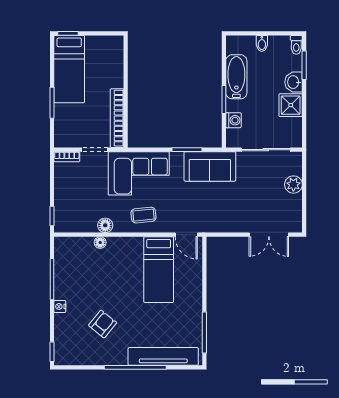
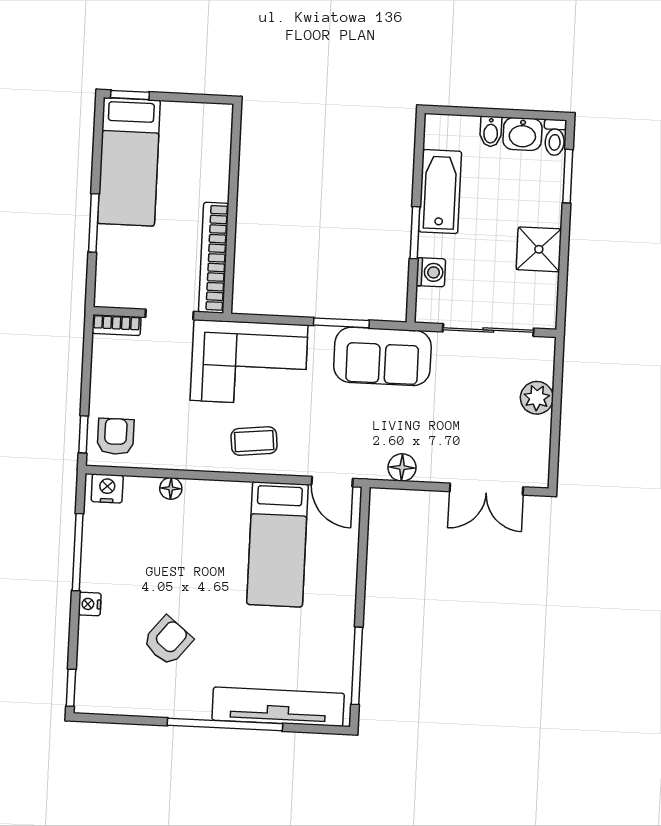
washbasin: (294, 82) -> (522, 134), moved, turned -90
armchair: (69, 216) -> (116, 436), added
floor lamp: (105, 225) -> (402, 468), moved
nightstand: (66, 244) -> (107, 488), added

